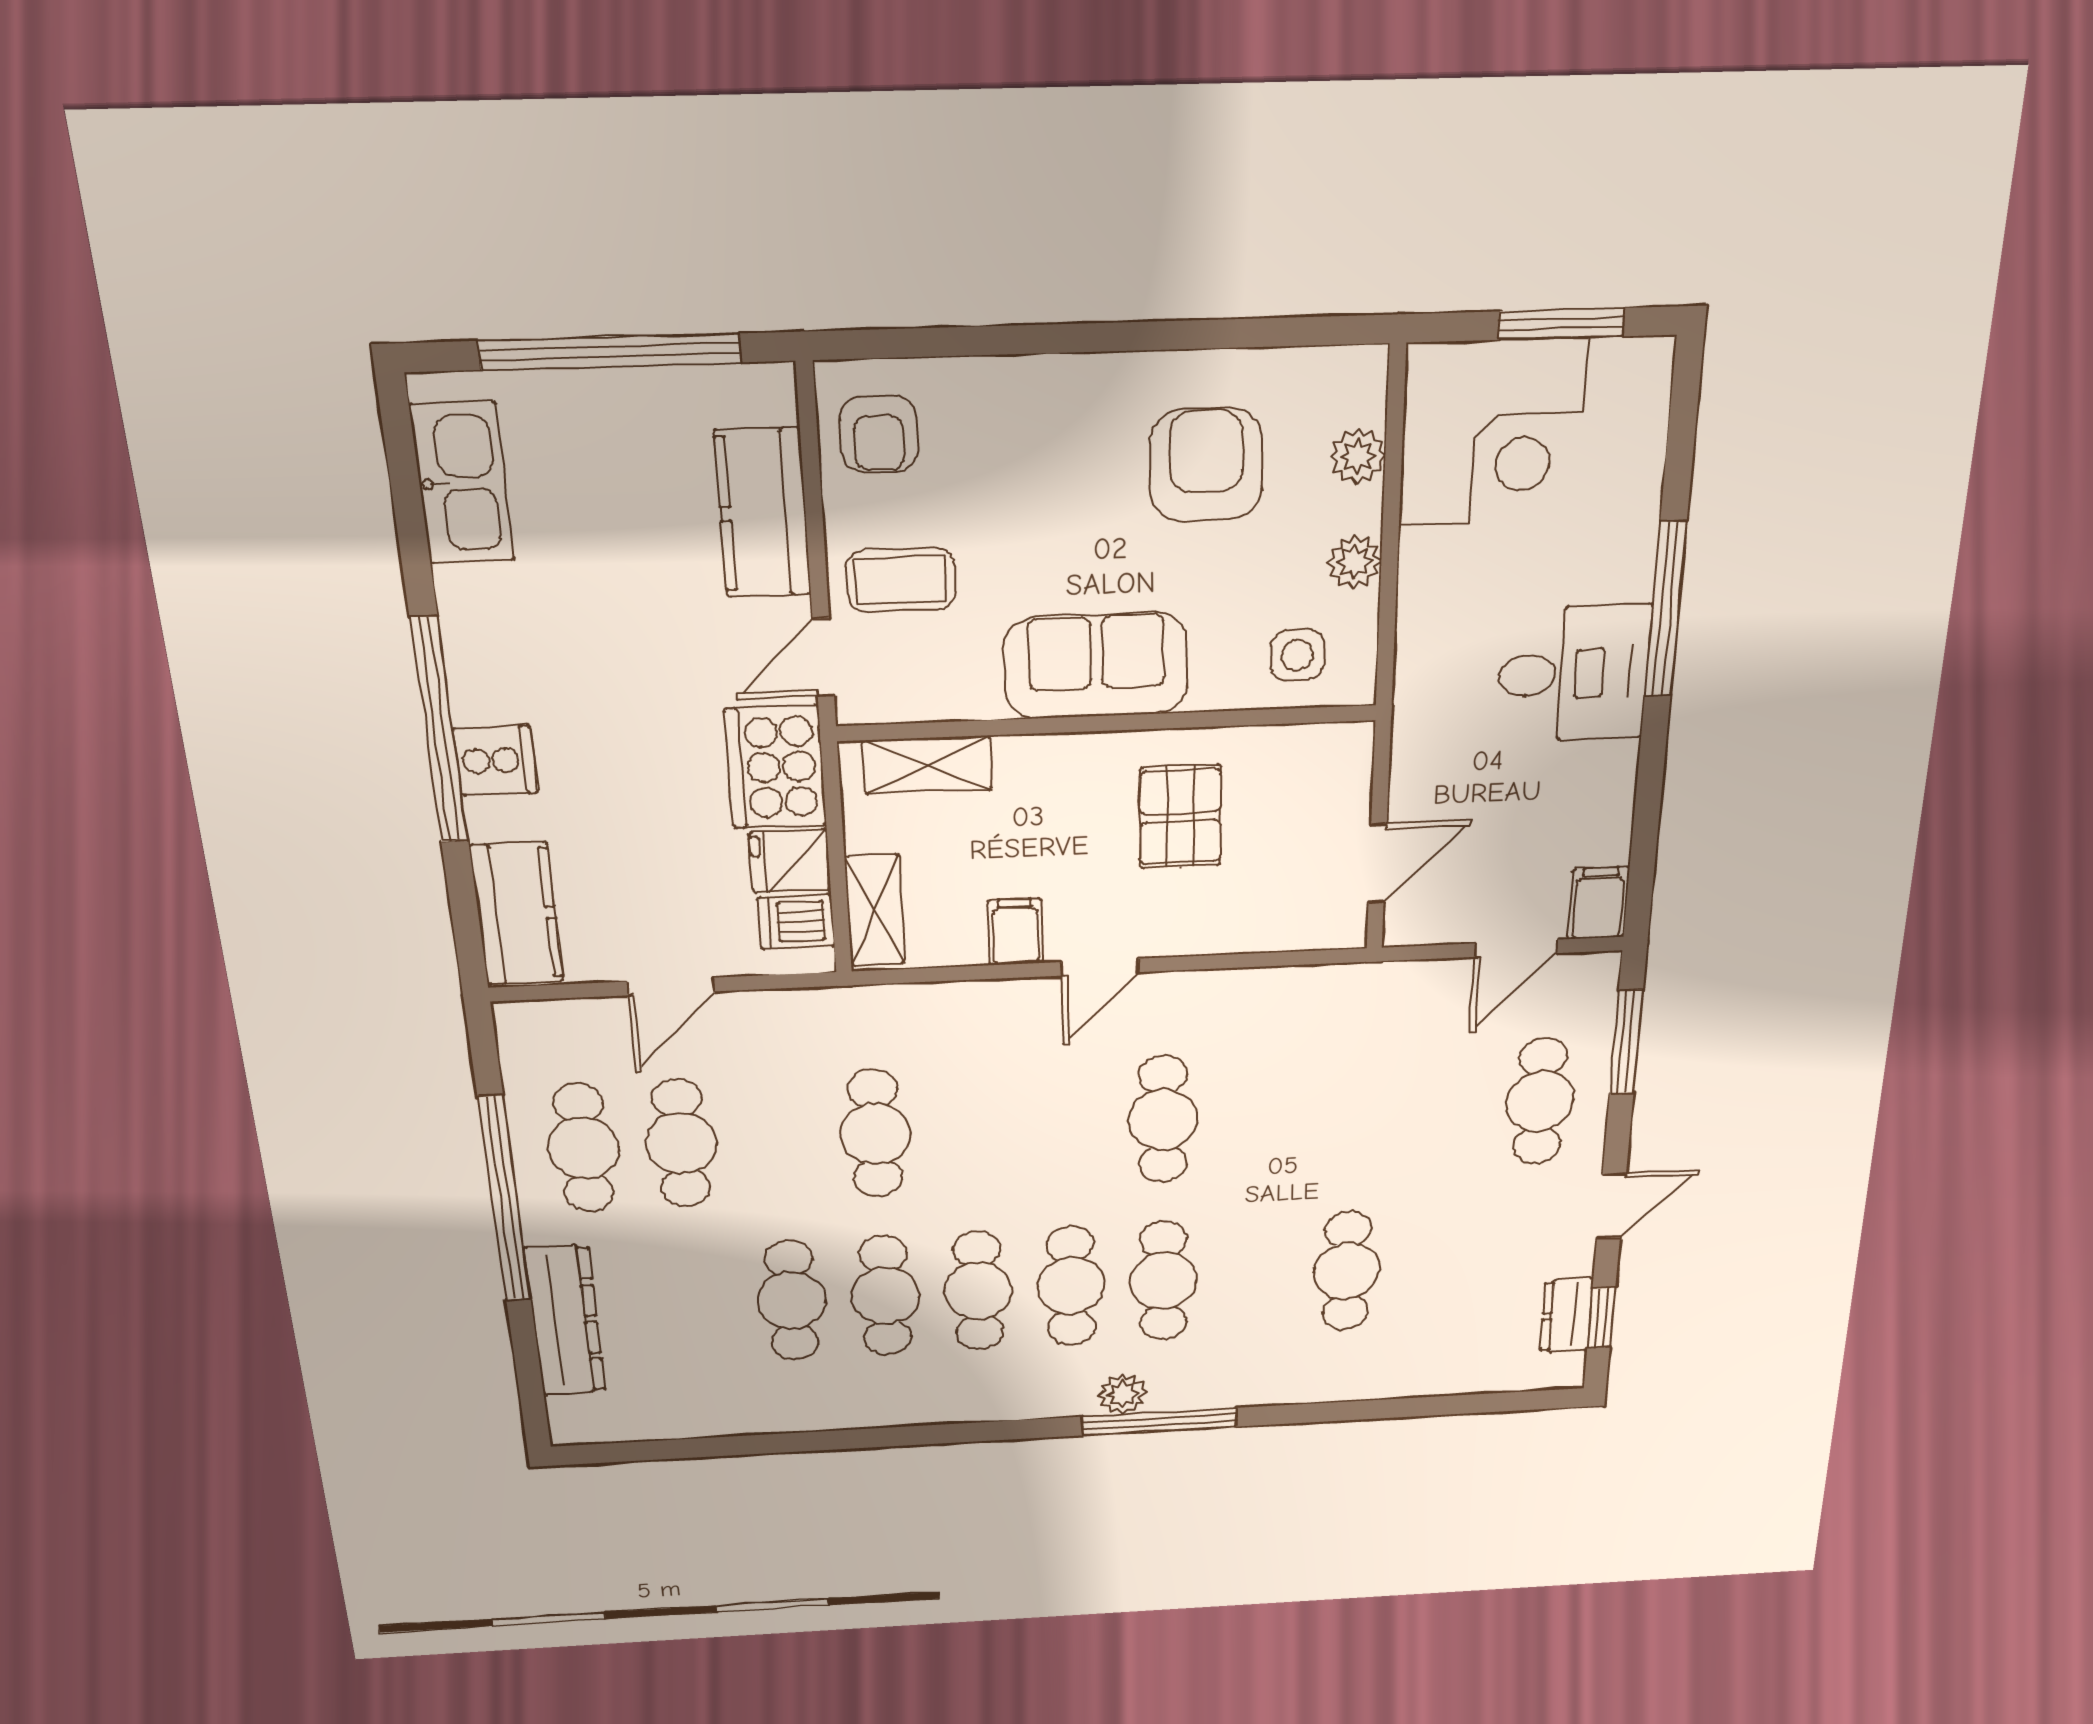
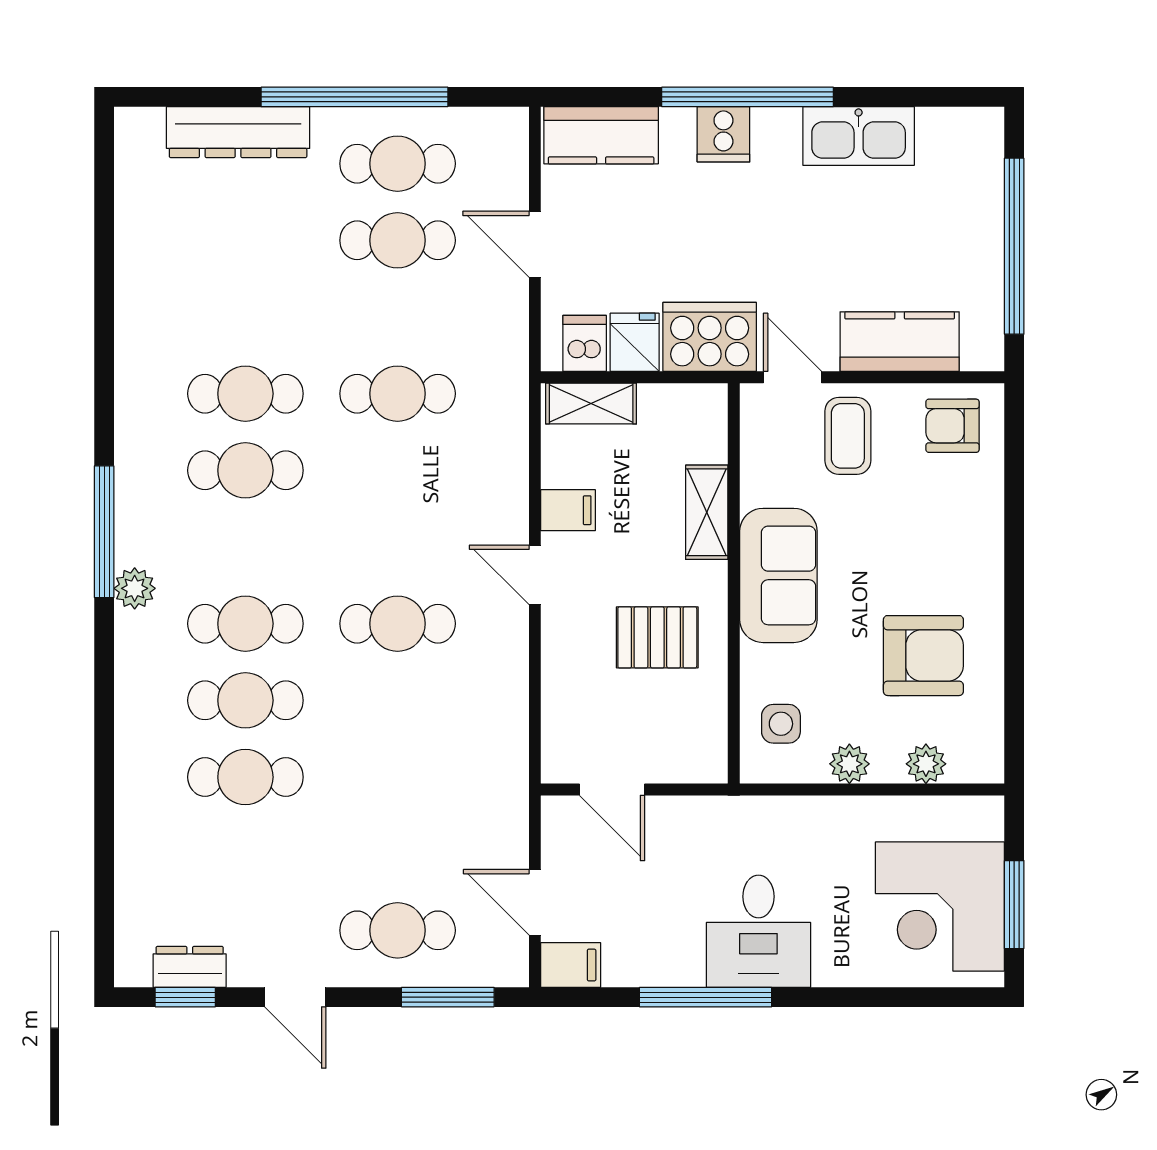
corner desk: (1492, 432) -> (940, 907), moved
kitchen sink: (462, 483) -> (859, 136), moved
window: (1665, 610) -> (706, 997), moved
shelving: (927, 765) -> (707, 512), moved
cafe table: (1071, 1286) -> (245, 700), moved
cafe table: (792, 1301) -> (245, 317), removed
window: (1159, 1422) -> (104, 532), moved

